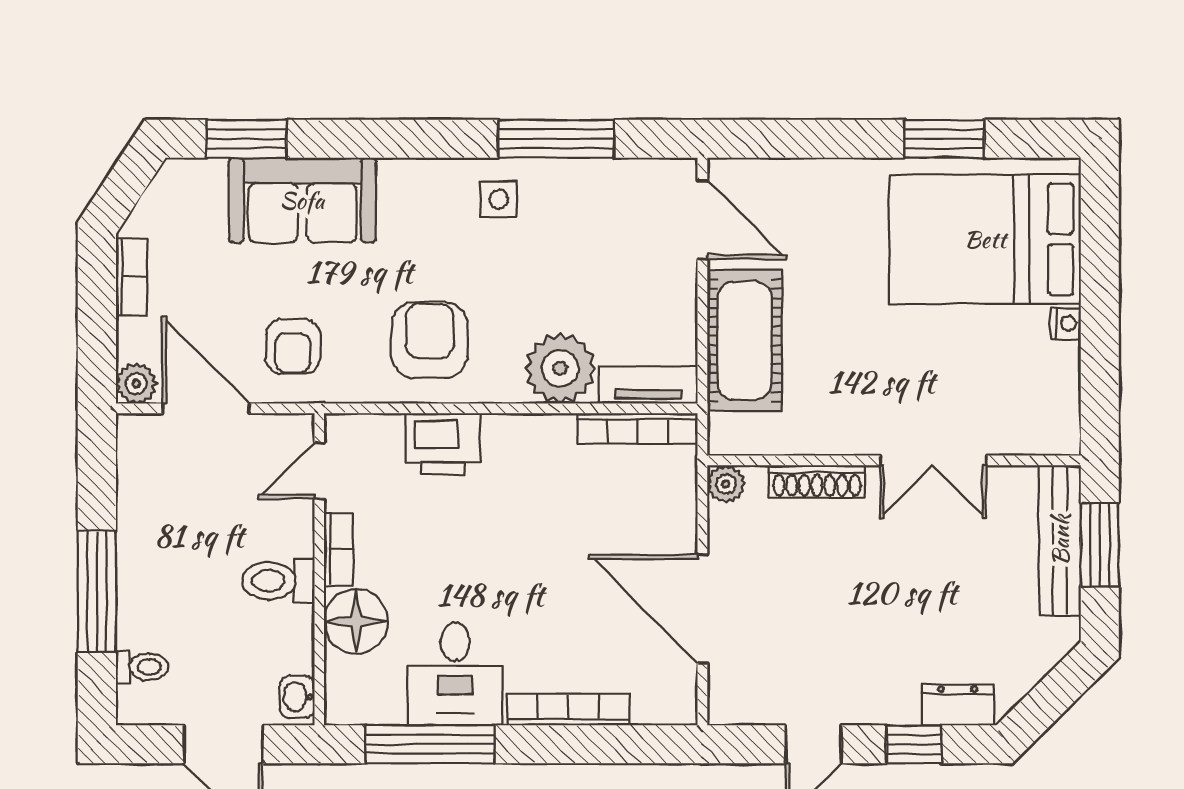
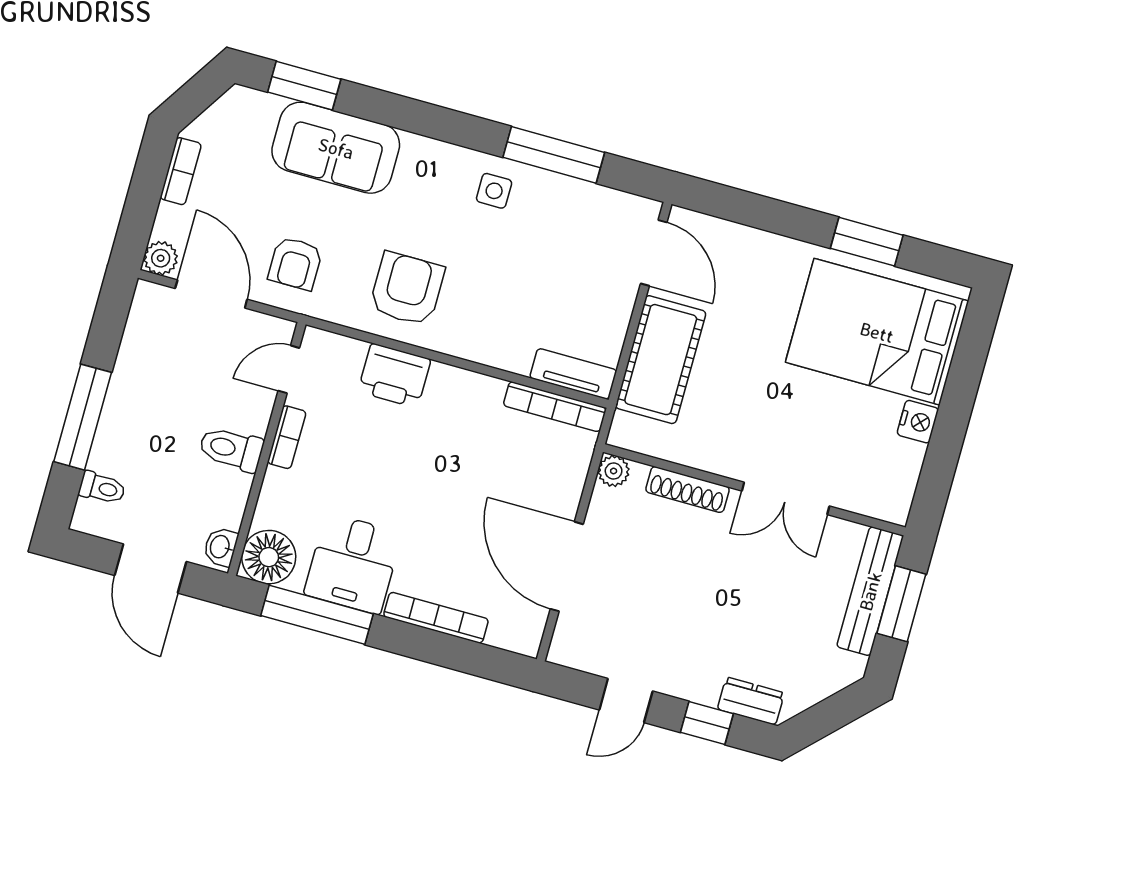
nightstand: (1066, 324) -> (918, 422), width x1.39, depth x1.35
plant: (560, 368) -> (506, 341), removed
floor lamp: (356, 621) -> (269, 557), moved

